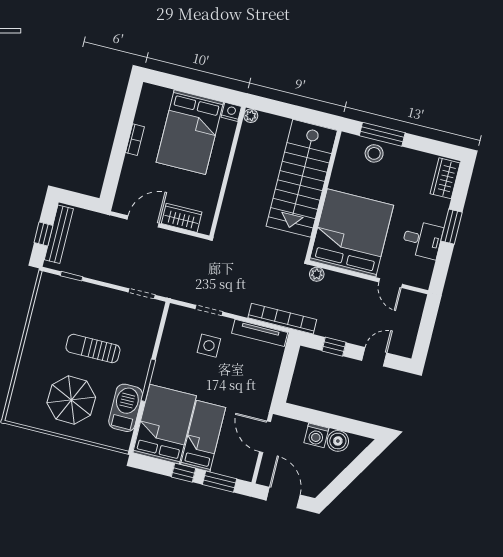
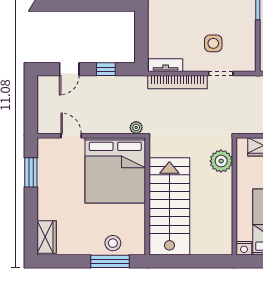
plant: (251, 116) -> (221, 161), moved, width x1.88, depth x1.88
window: (451, 227) -> (31, 172), moved
desk: (422, 240) -> (53, 180), removed
bookcase: (282, 319) -> (178, 82), moved
tv unit: (260, 333) -> (166, 65), width x0.71

